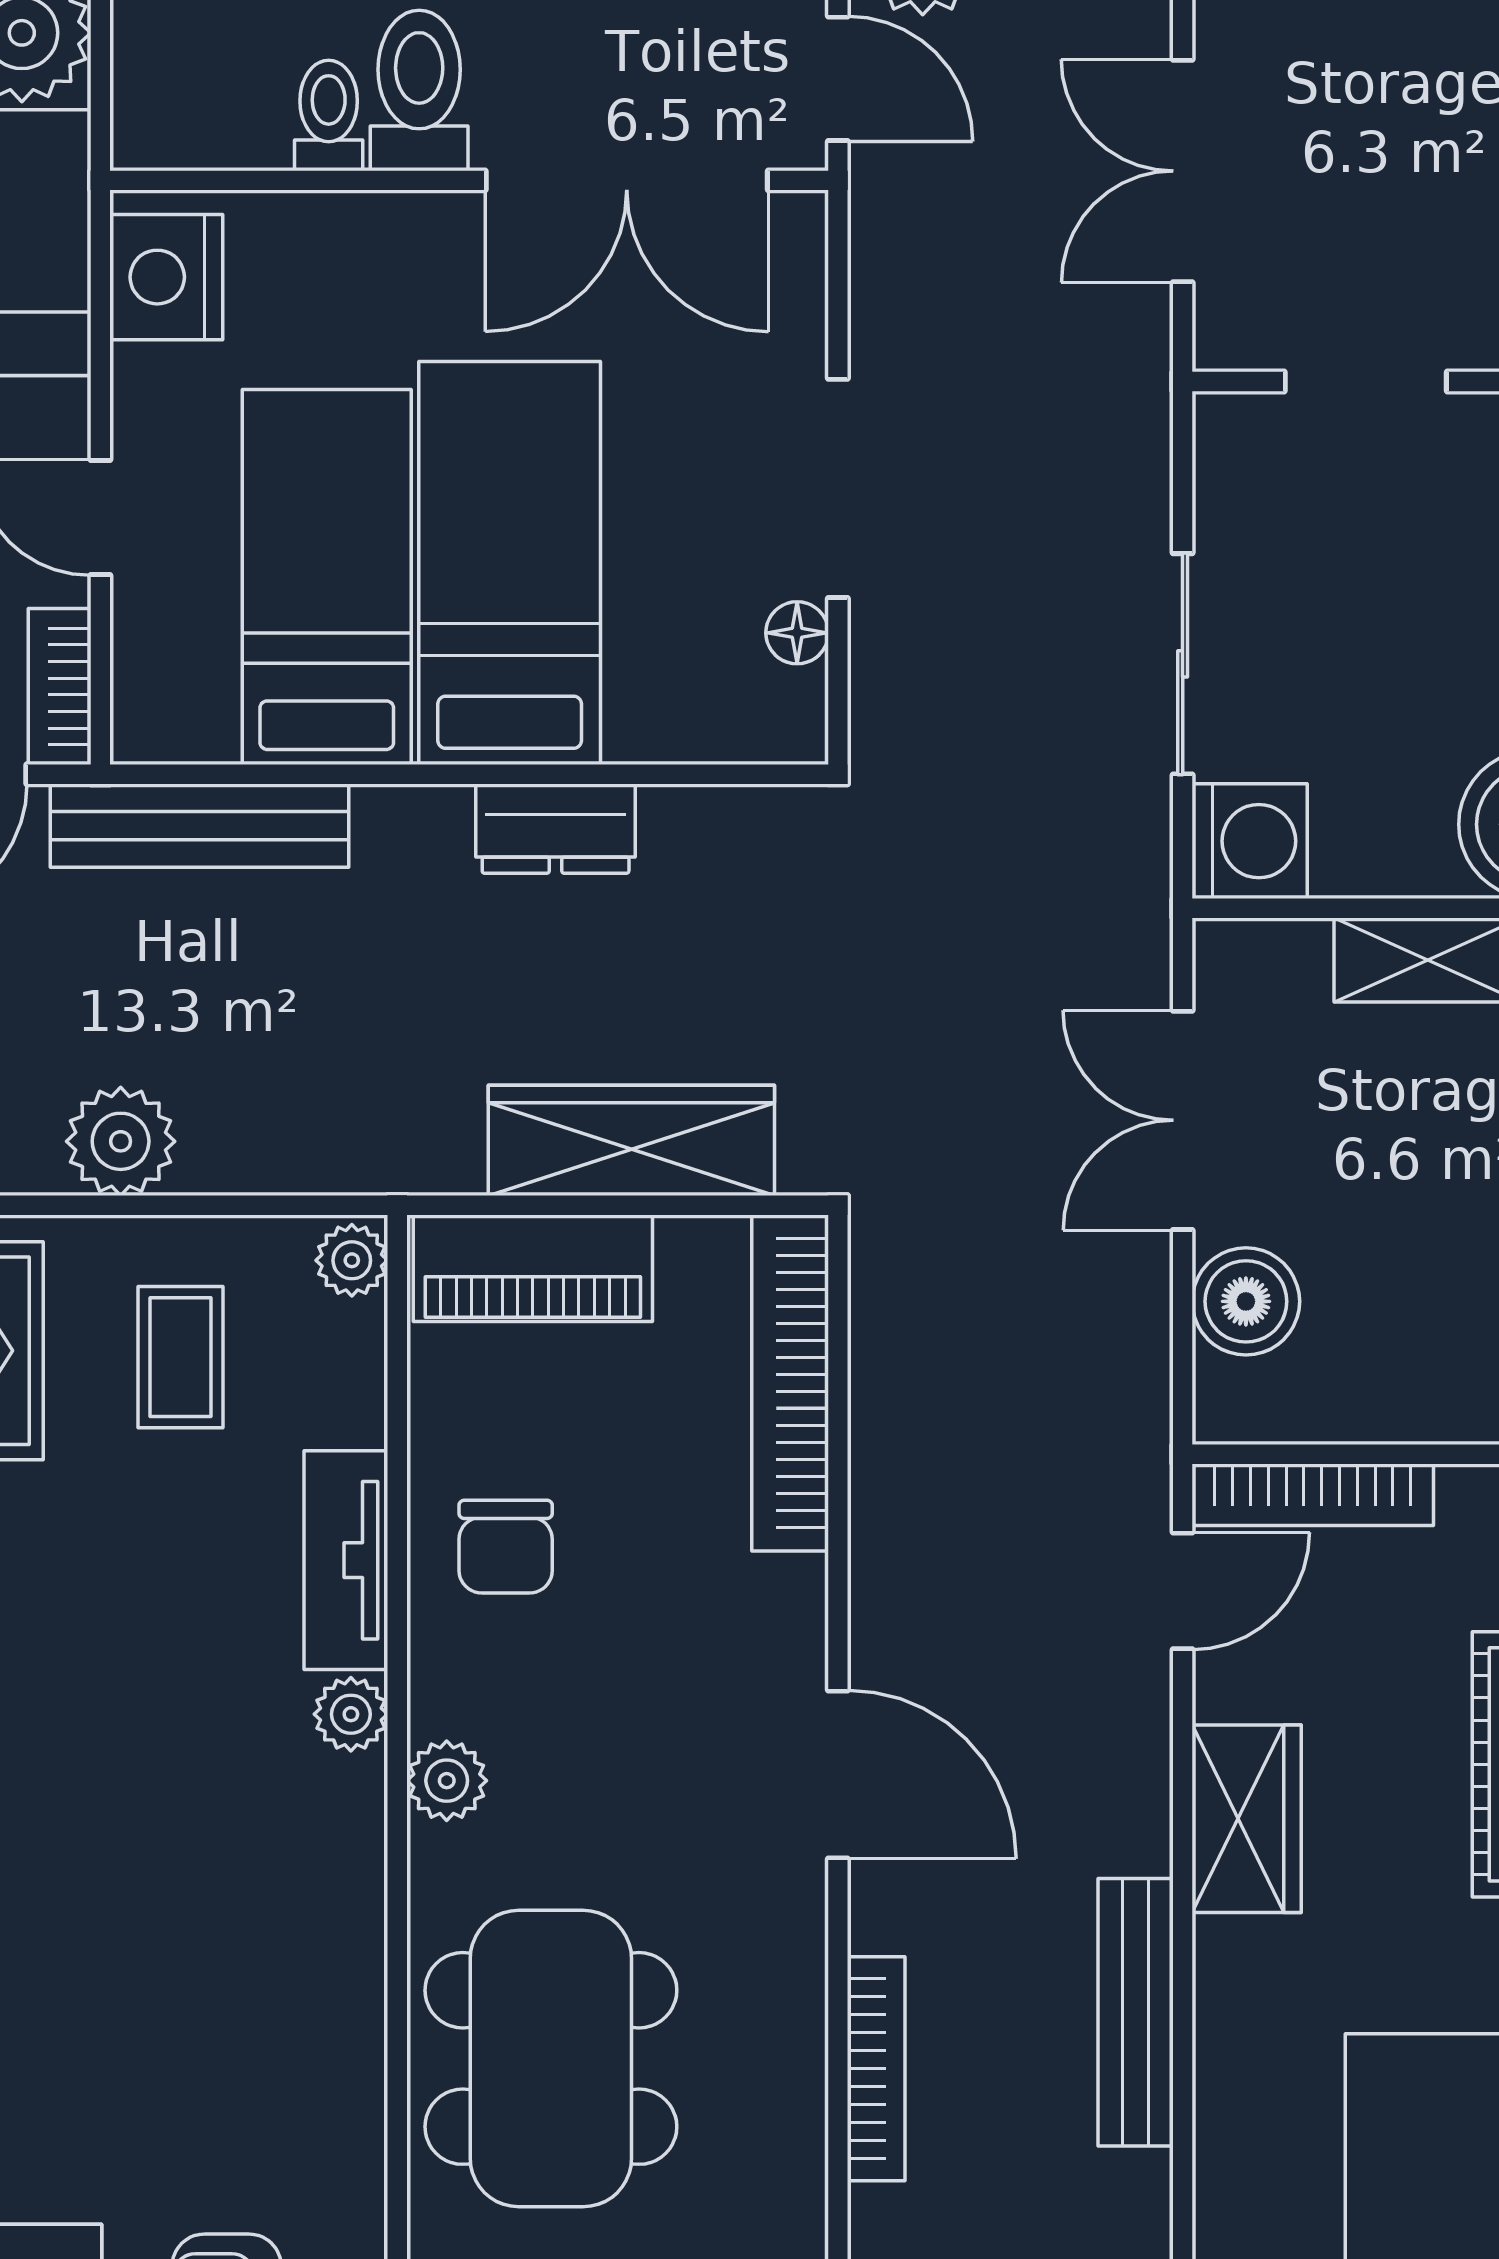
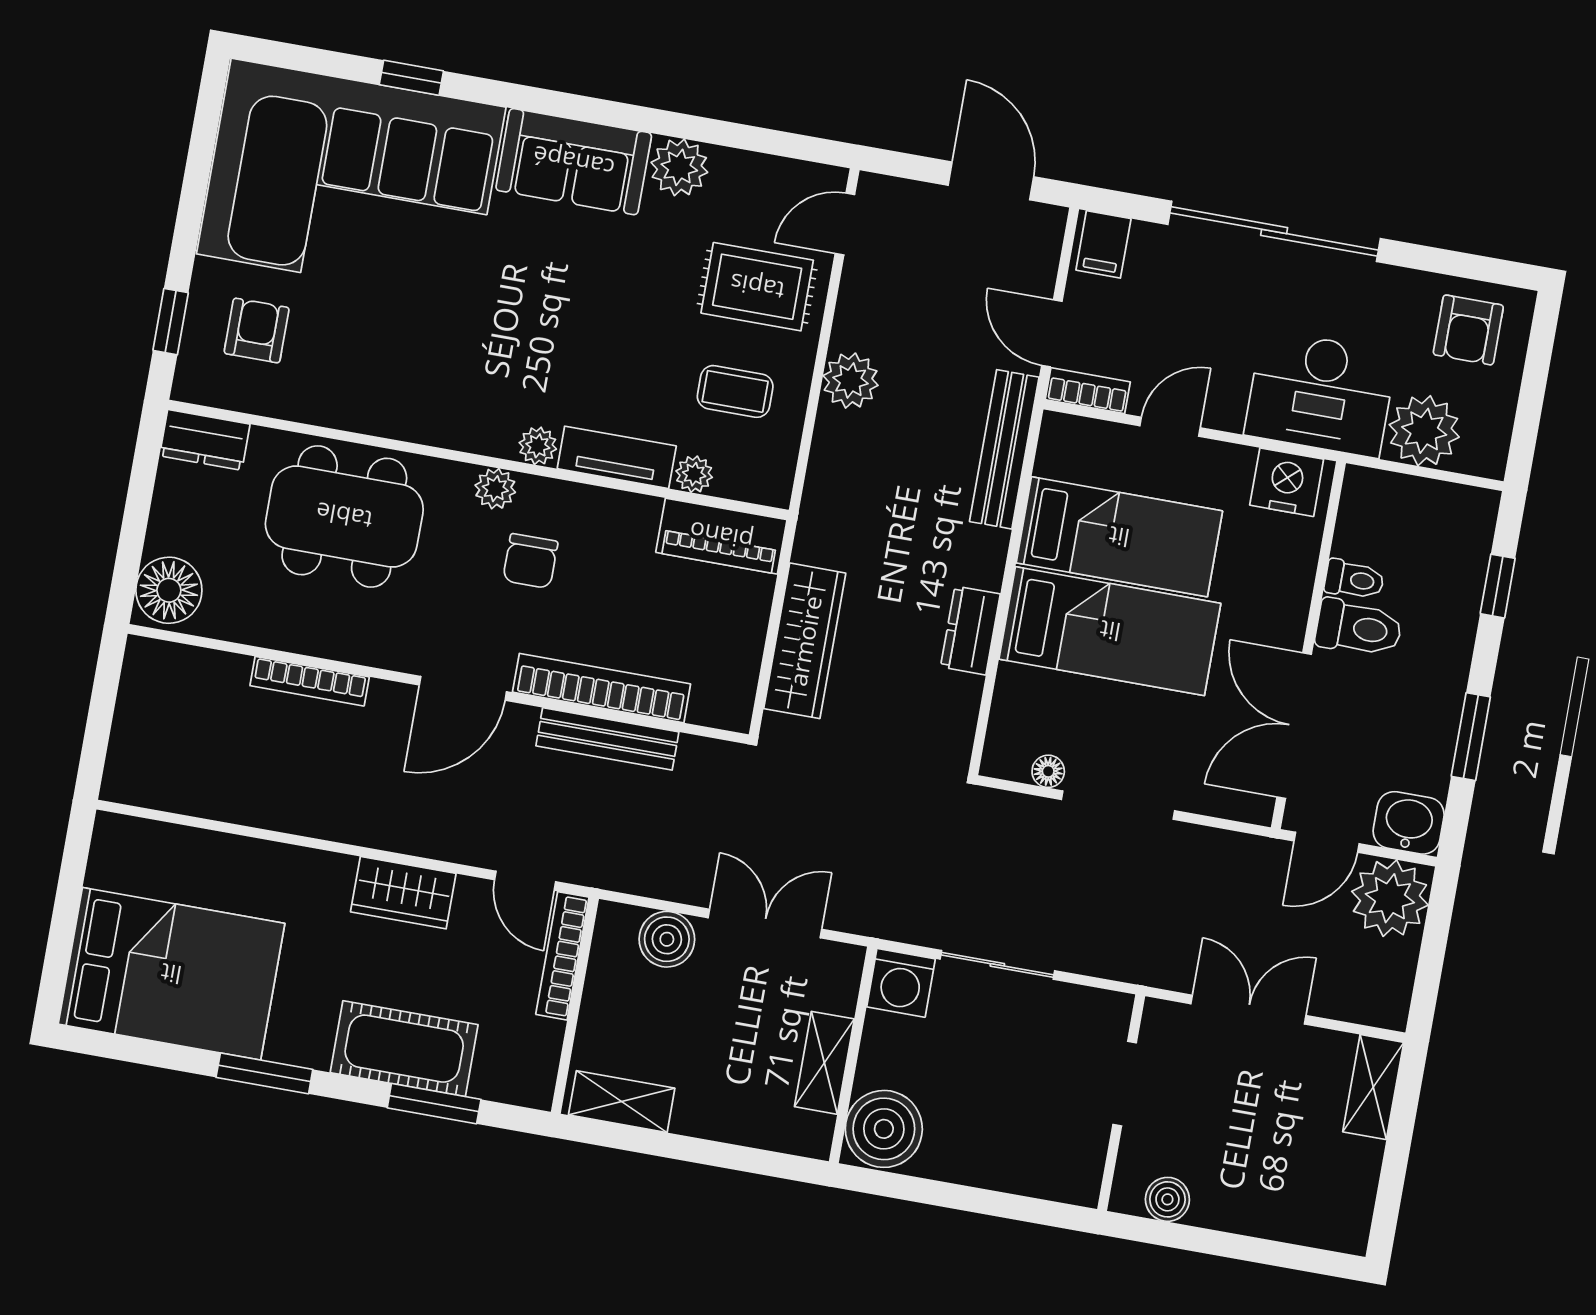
plant: (352, 1260) -> (694, 474), moved
piano: (533, 1268) -> (721, 536), moved, turned -90
bookcase: (790, 1383) -> (602, 688), moved
chair: (506, 1547) -> (530, 561), moved, turned -90
bench: (1136, 2012) -> (607, 739), moved

